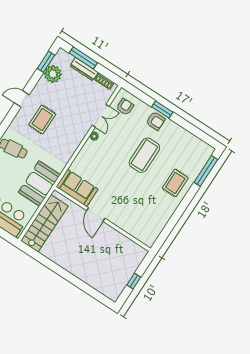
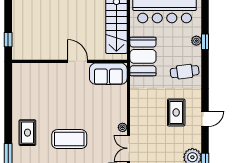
coffee table: (144, 155) -> (69, 139), turned 90
window: (134, 281) -> (8, 40), moved

